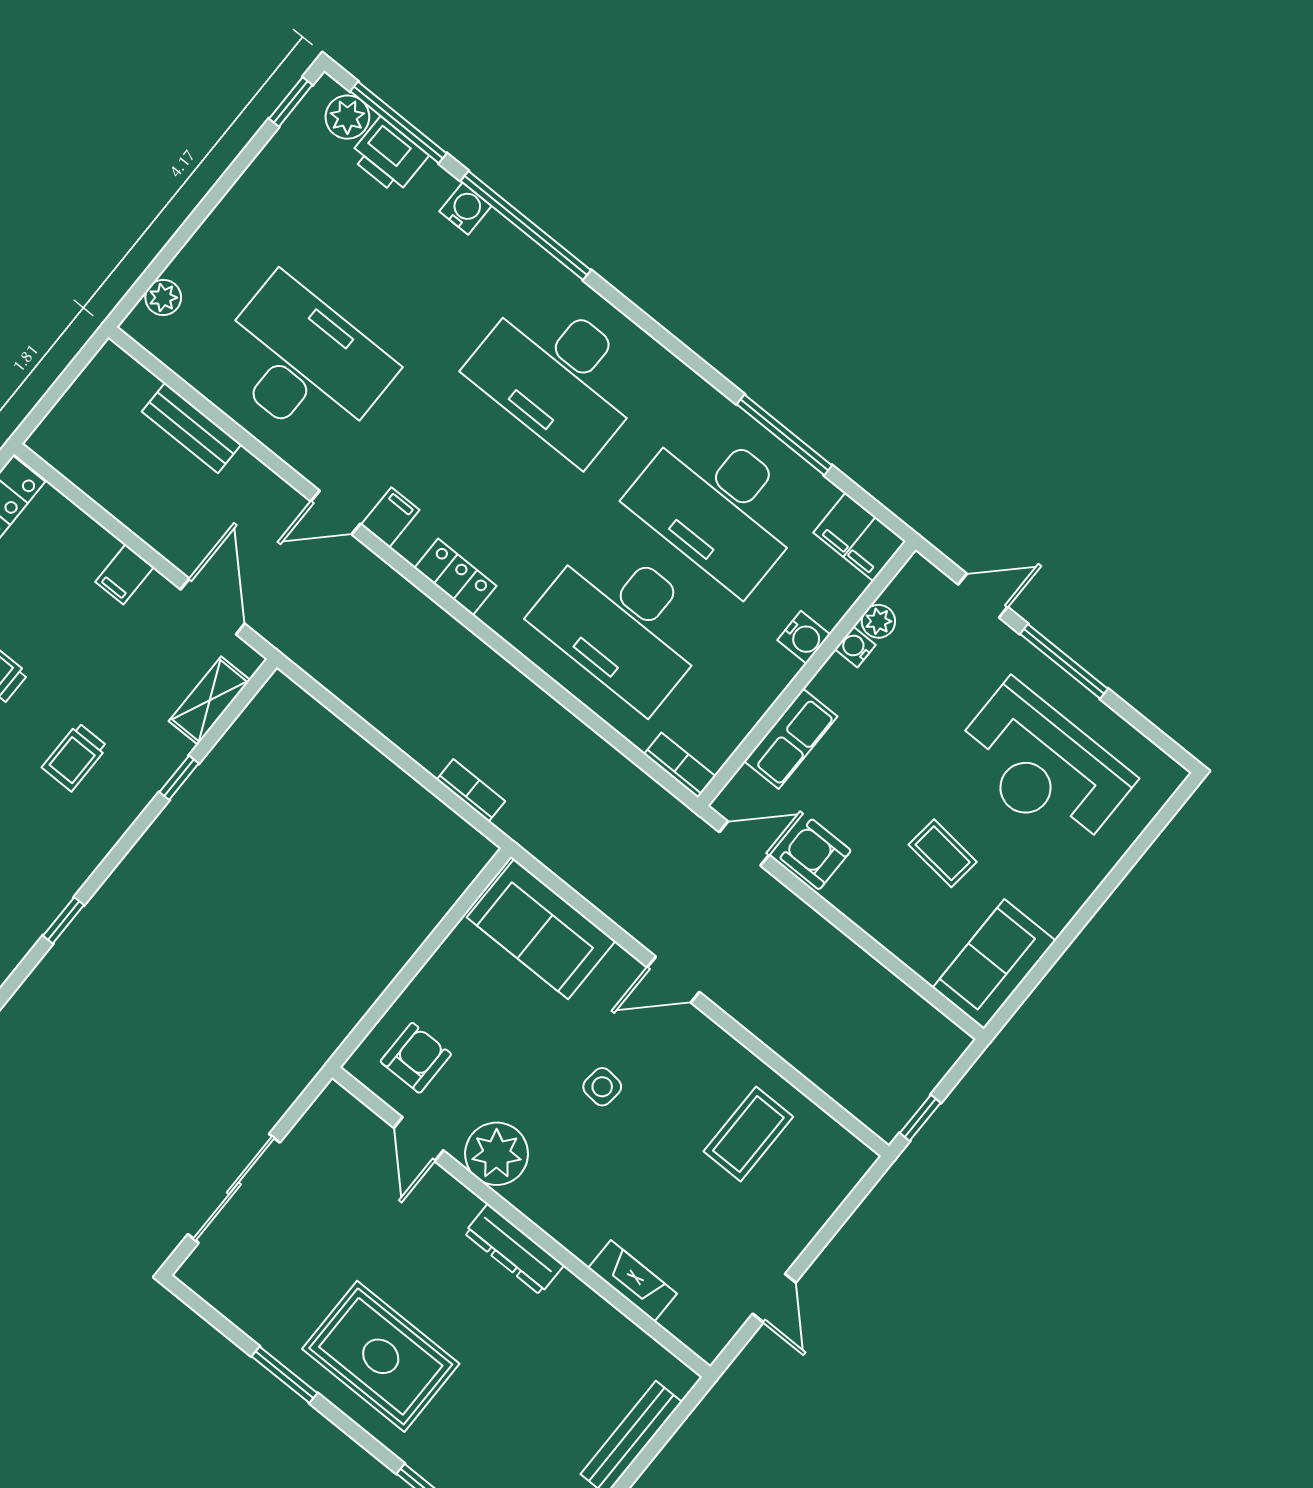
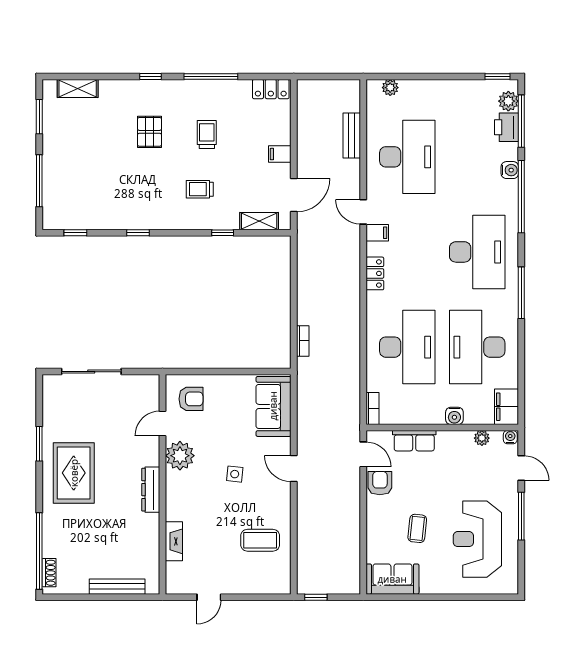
desk: (559, 375) -> (477, 252), turned 180
window: (784, 435) -> (521, 293), moved
desk: (624, 623) -> (407, 347), turned 180
water cooler: (855, 647) -> (510, 437), moved

